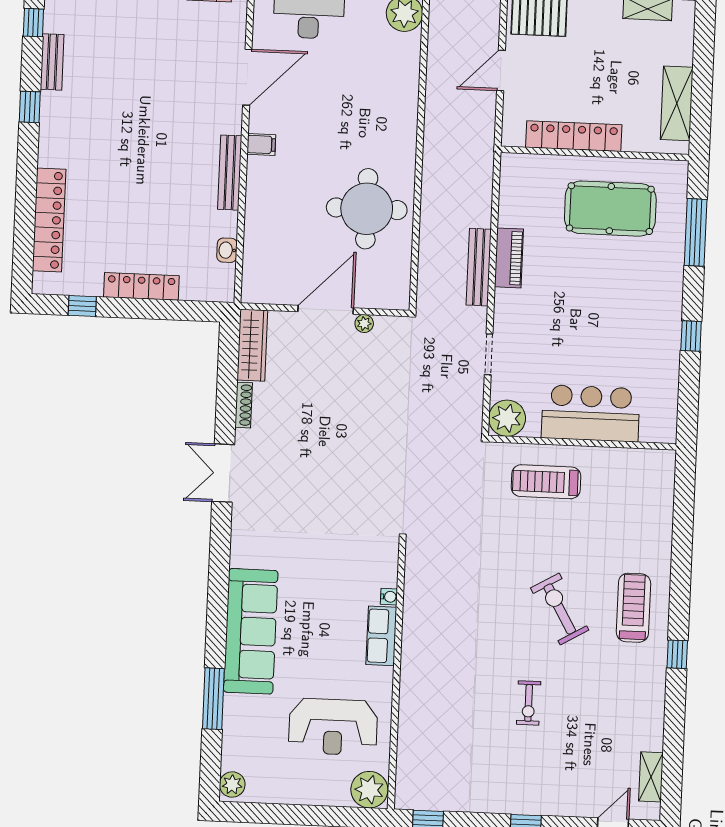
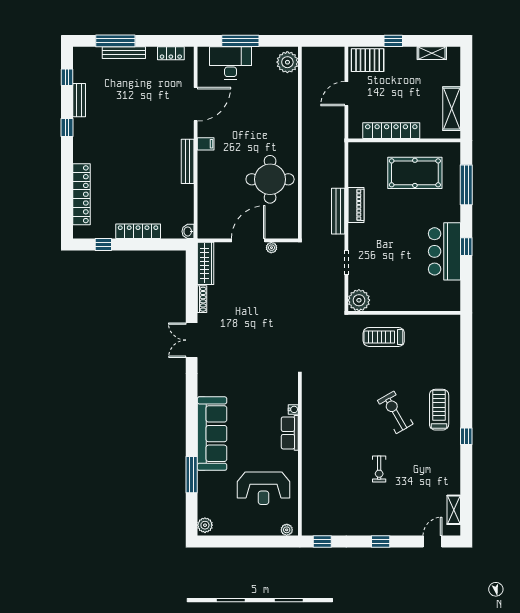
washbasin: (227, 250) -> (188, 231), moved
bar counter: (591, 413) -> (444, 251), moved, turned -90
plant: (369, 790) -> (287, 530), width x0.53, depth x0.53

